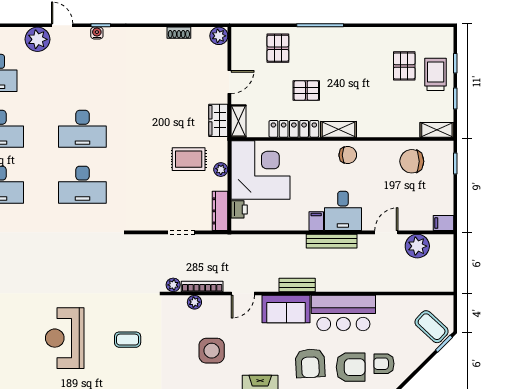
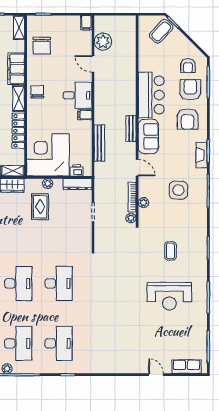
filing cabinet: (380, 126) -> (16, 69), added
bench: (332, 241) -> (99, 143), moved
armchair: (310, 363) -> (188, 119), turned 93

